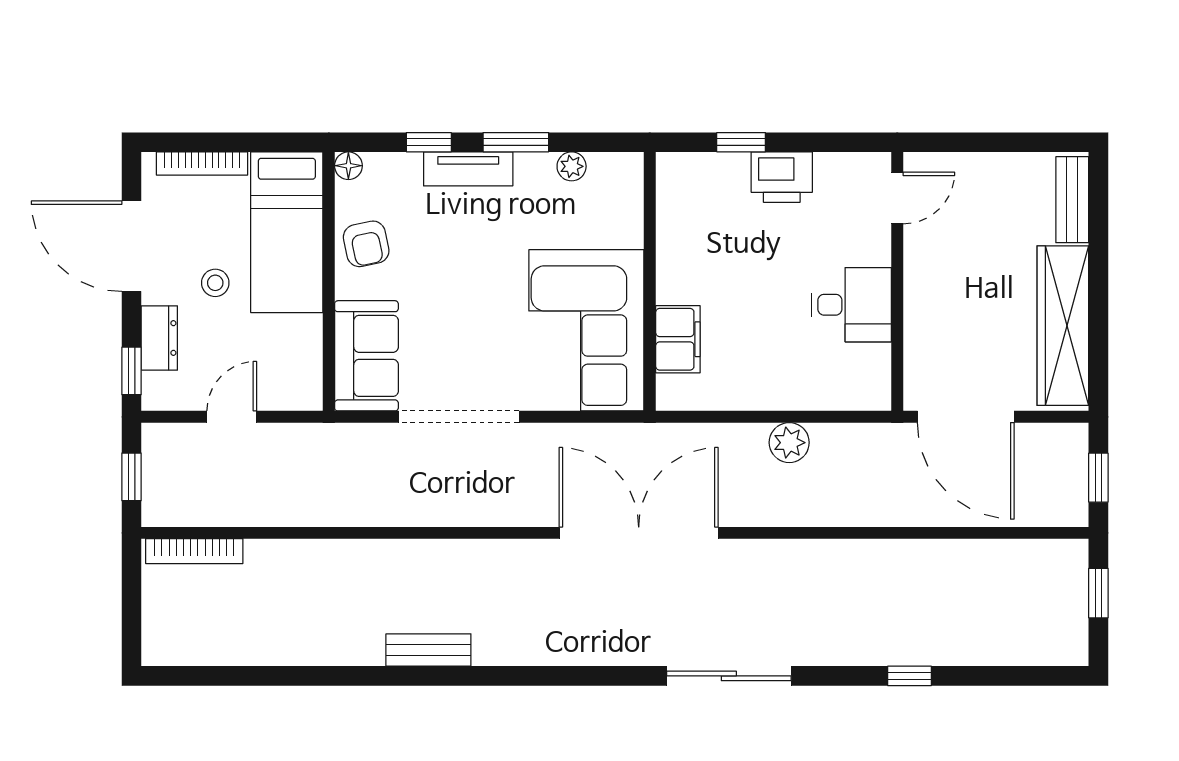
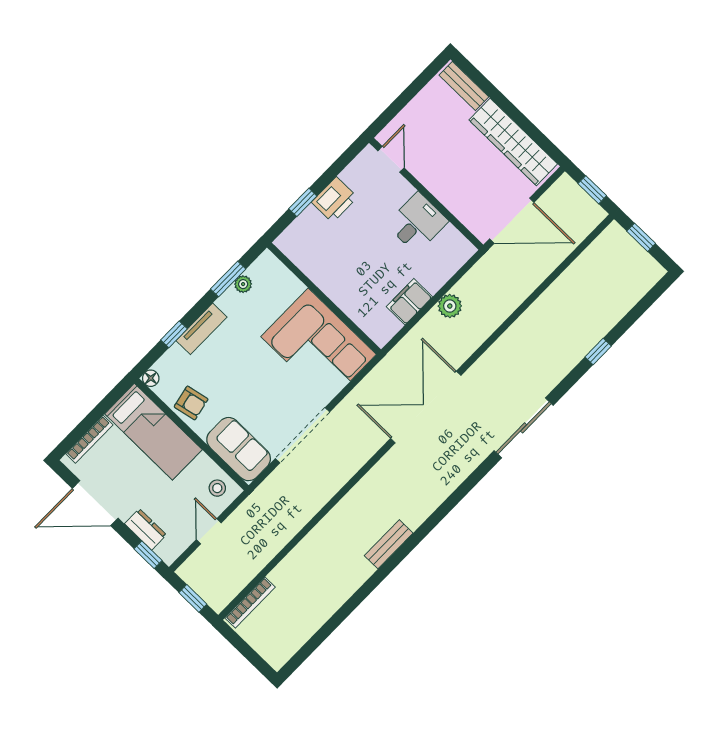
window: (516, 142) -> (228, 279), moved
stool: (215, 283) -> (217, 488), moved
filing cabinet: (678, 339) -> (409, 302), moved, turned -90

